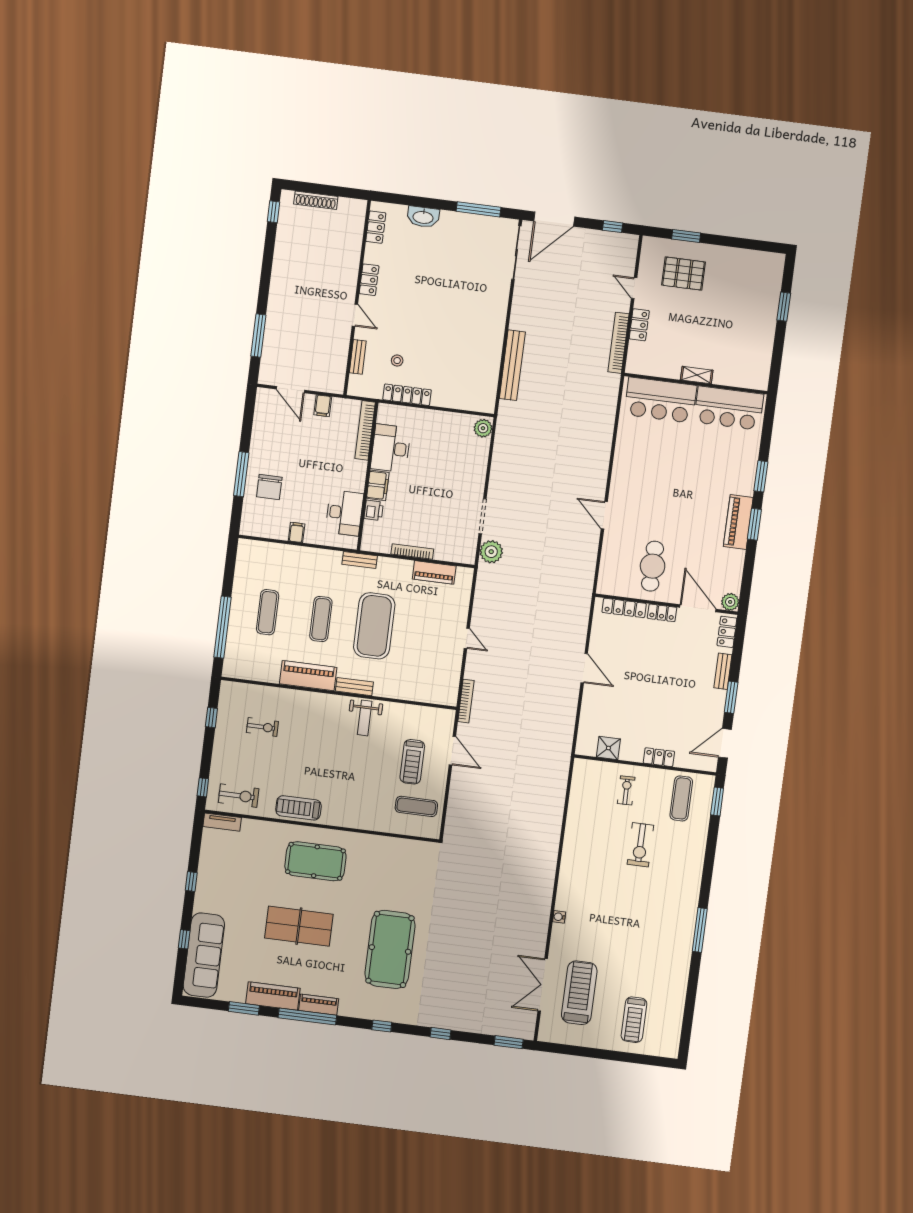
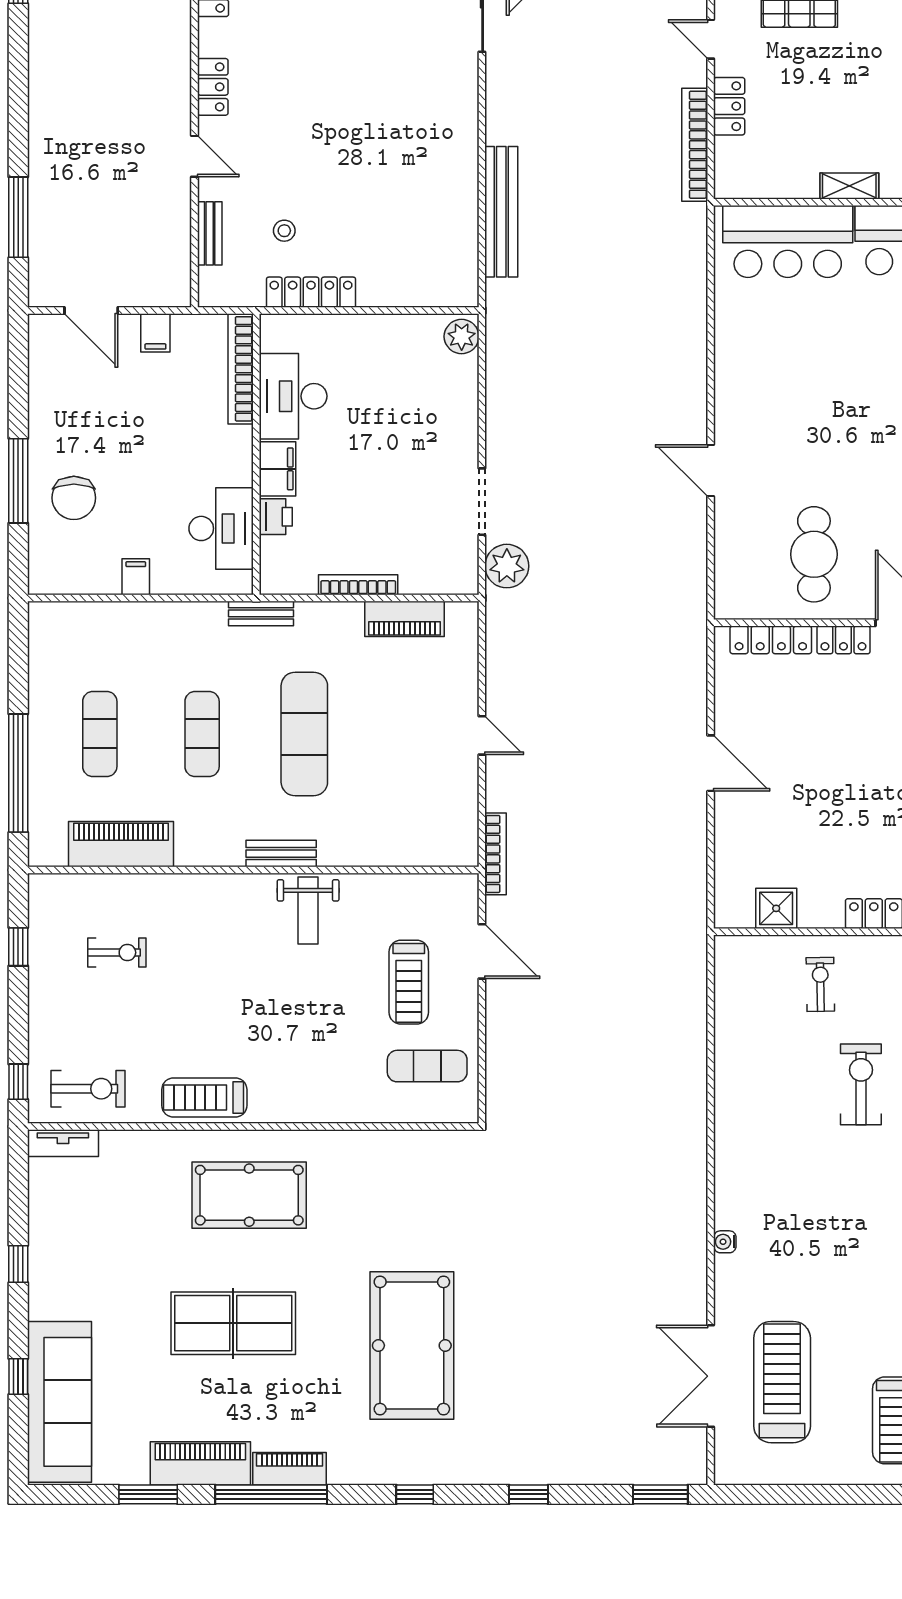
exercise mat: (374, 626) -> (304, 734), width x0.68
piano: (308, 676) -> (121, 844), moved
exercise bike: (640, 845) -> (861, 1084), turned 180

